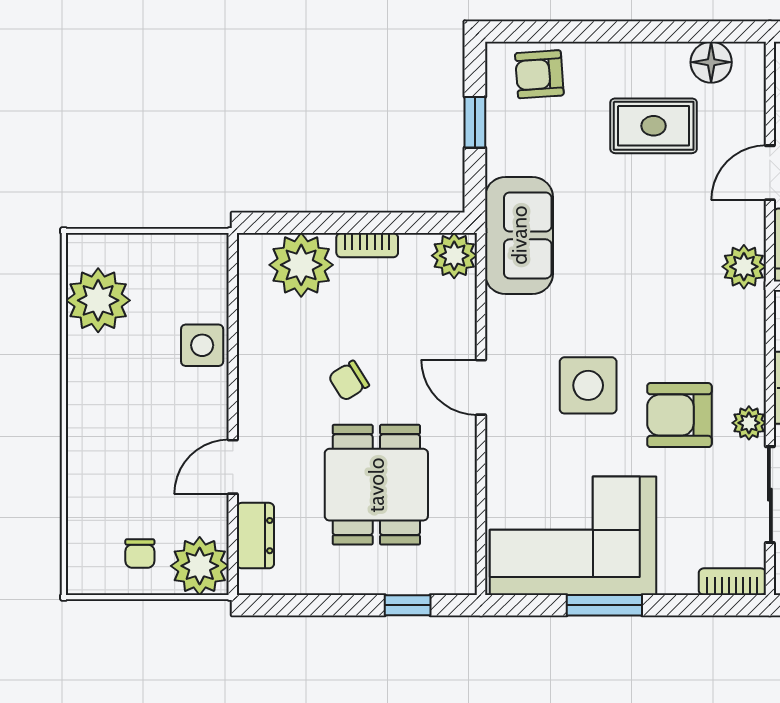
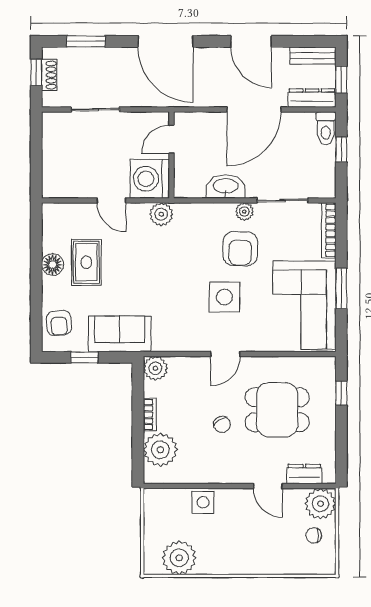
floor lamp: (711, 62) -> (53, 265), moved
sofa: (519, 235) -> (120, 334), moved
chair: (140, 554) -> (314, 535), turned 180
bookcase: (732, 582) -> (329, 230), width x1.56

